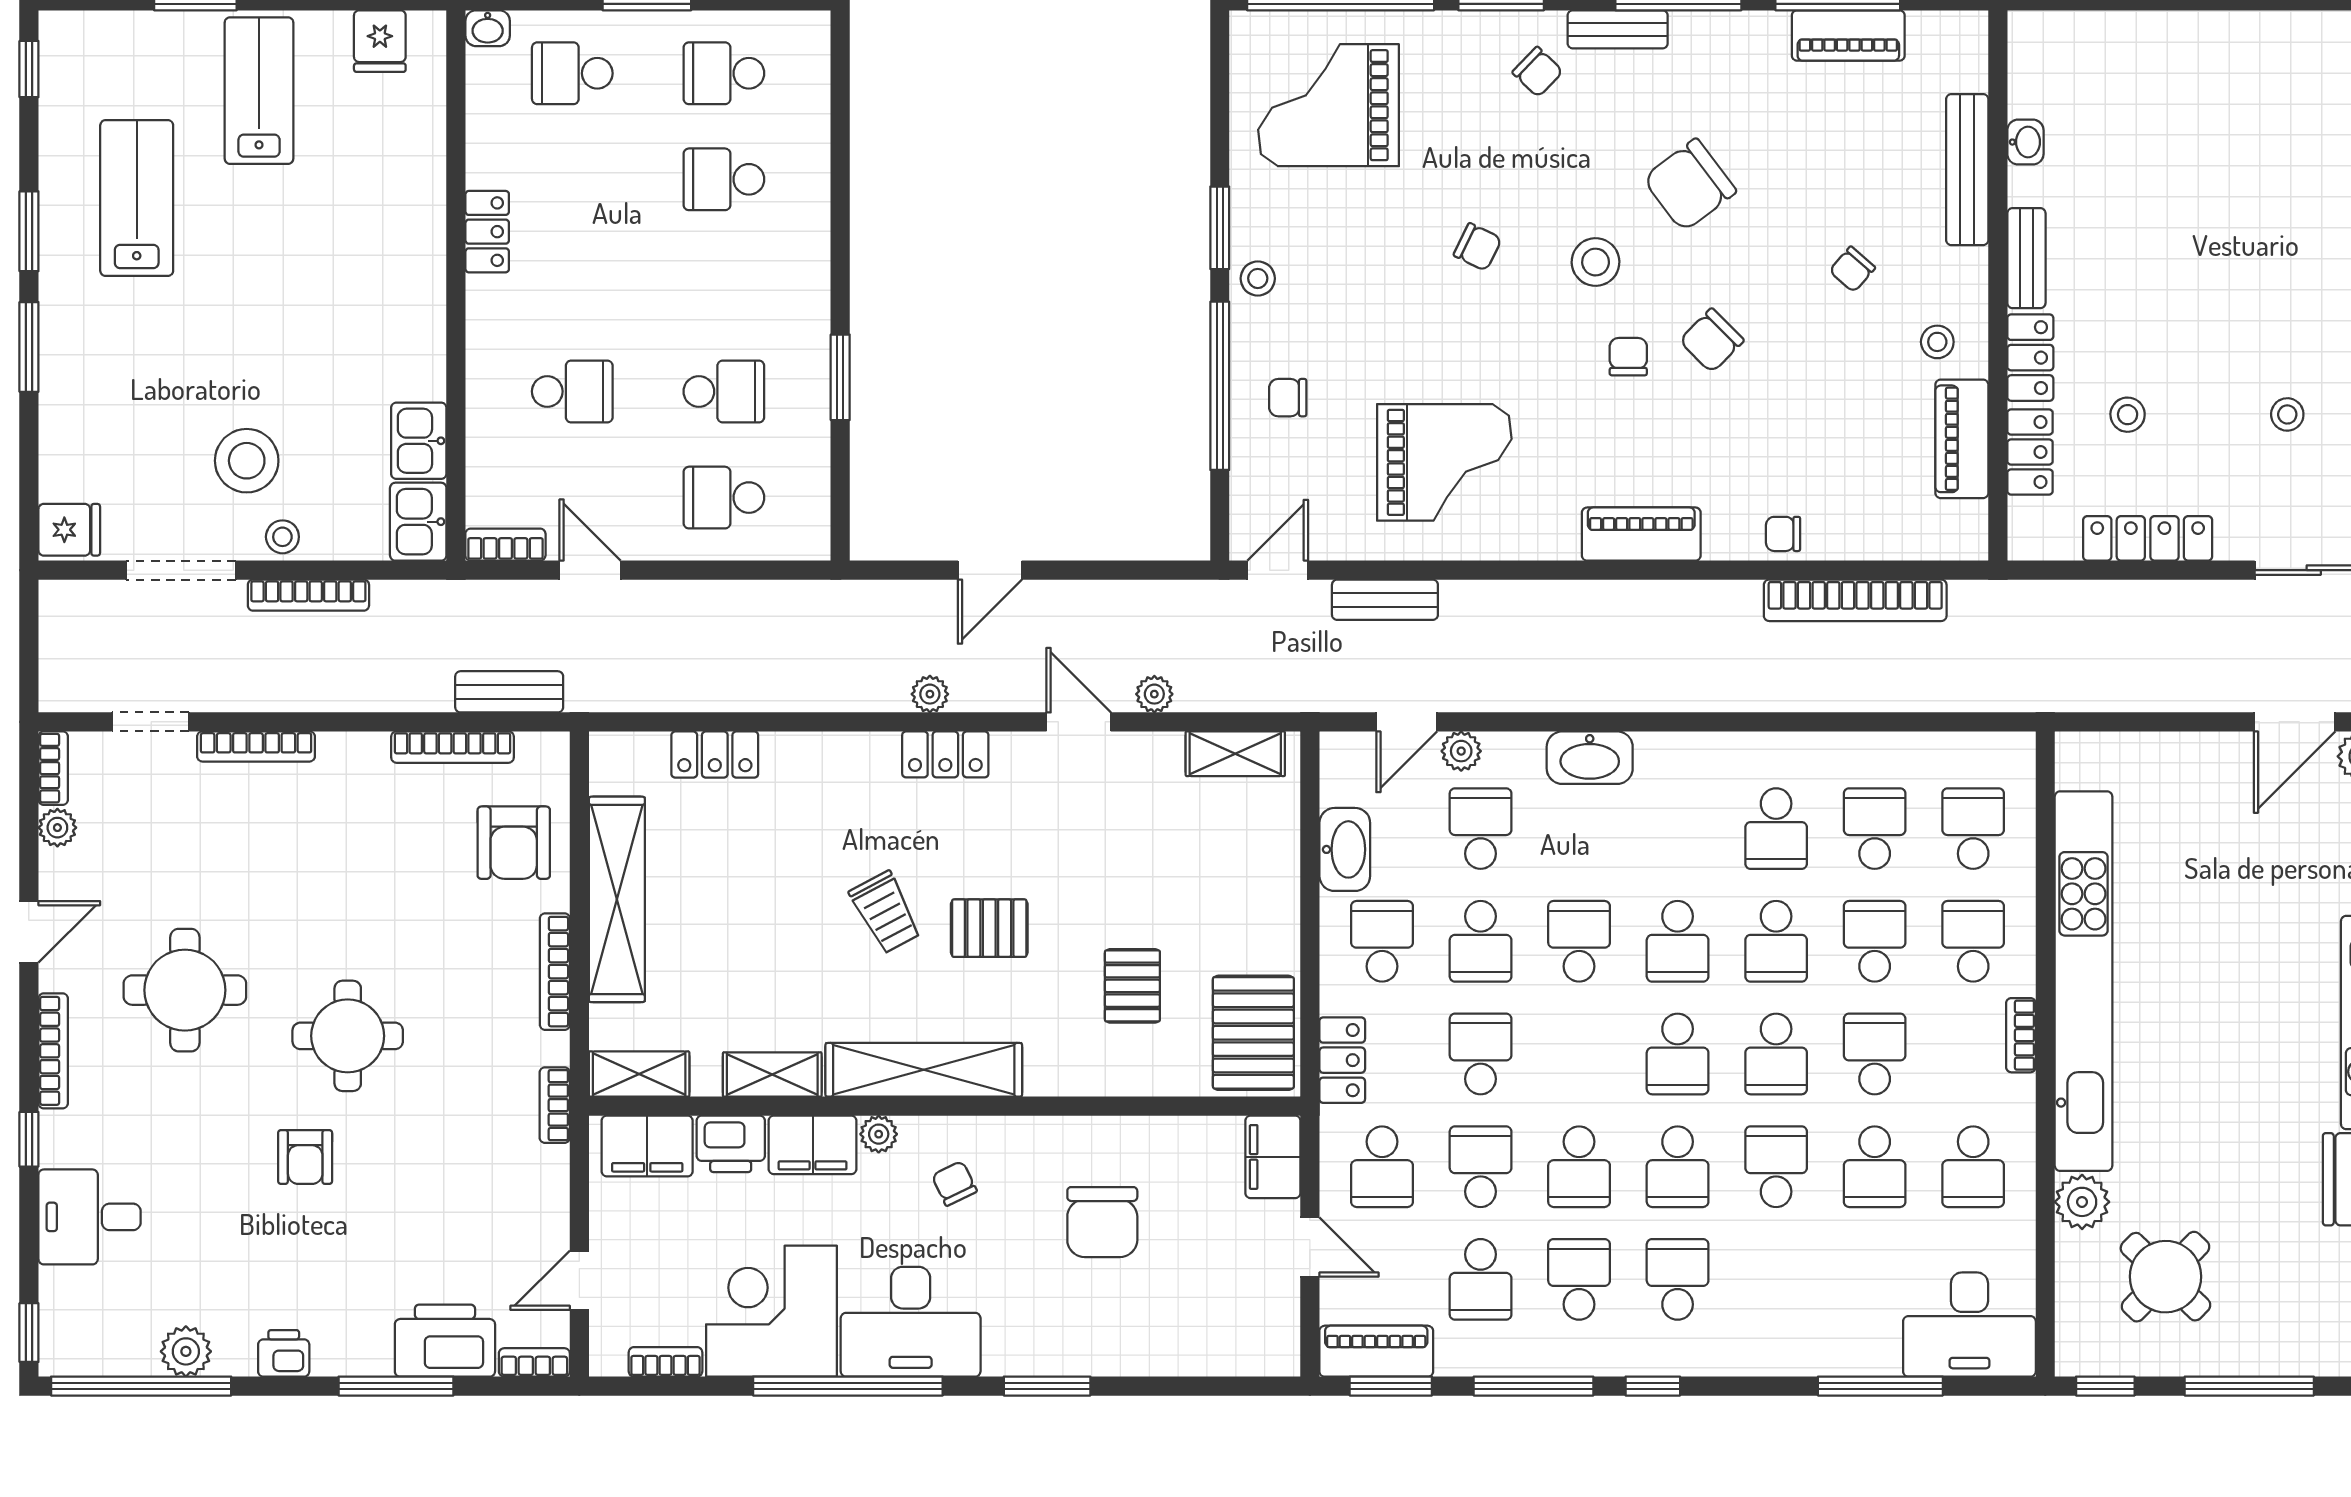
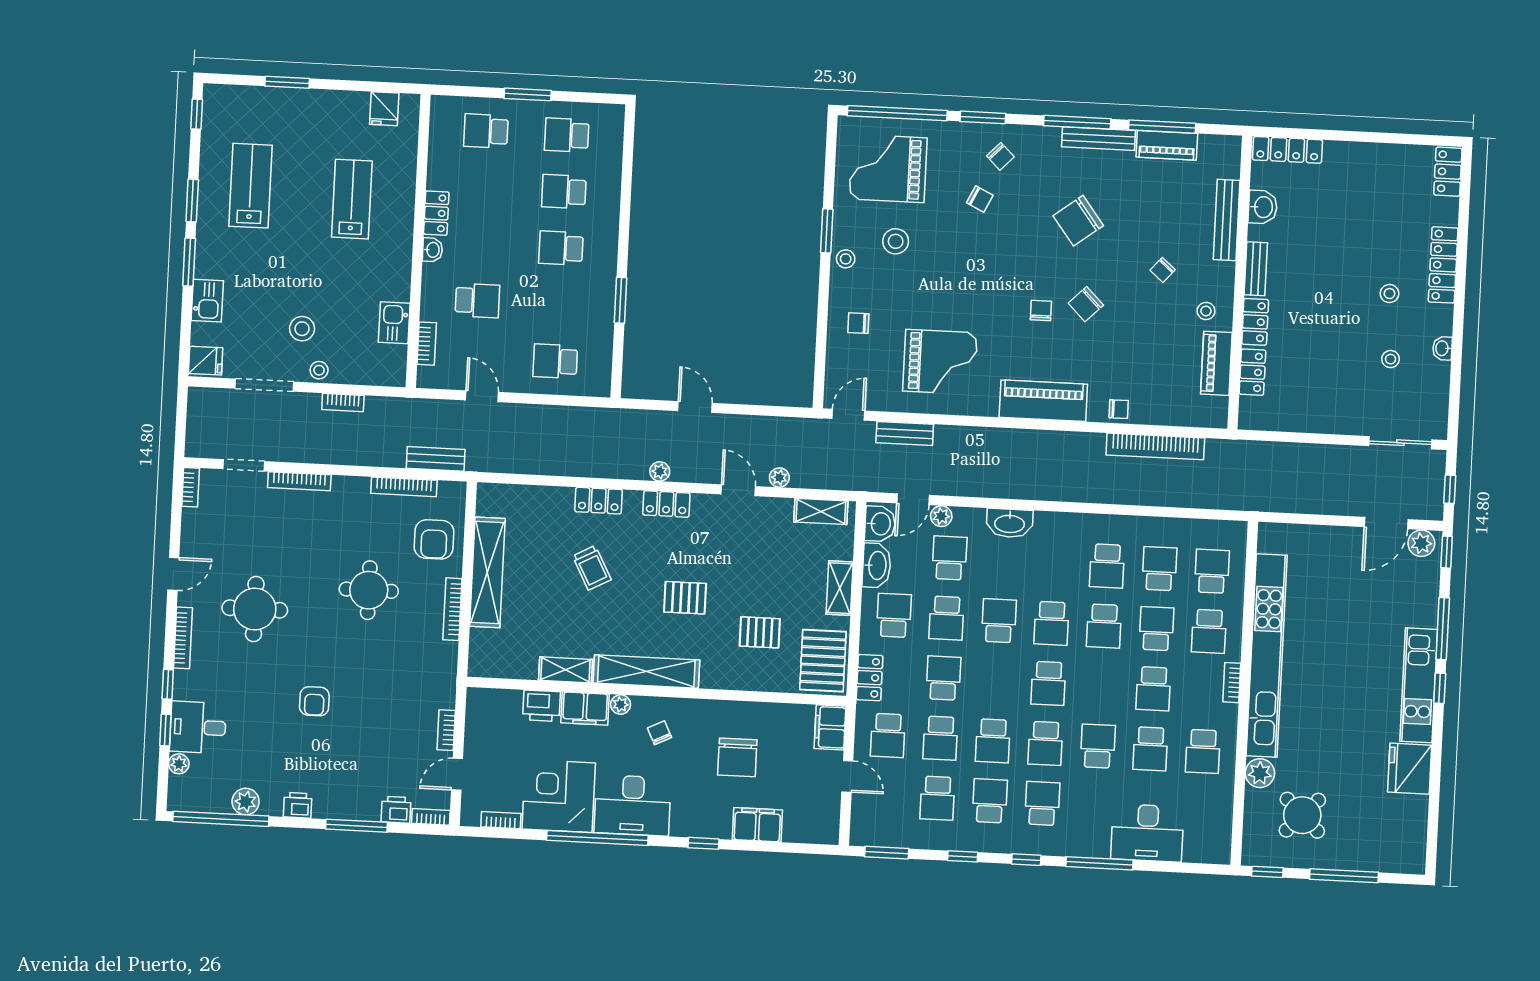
washbasin: (488, 28) -> (432, 250), moved, turned -90
bench: (1618, 29) -> (1099, 139), moved, width x1.36
lab bench: (259, 91) -> (352, 199), moved
washbasin: (2025, 142) -> (1263, 207), width x1.38, depth x1.45
chair: (1478, 247) -> (980, 199), moved
stool: (1596, 262) -> (896, 241), moved
window: (1220, 386) -> (822, 315), removed
school desk: (724, 391) -> (561, 248), moved, turned 180
stool: (2128, 415) -> (1389, 294), moved
stool: (247, 461) -> (302, 329), width x0.73, depth x0.73
kitchen sink: (418, 522) -> (207, 301), moved, turned 180
piano: (1641, 534) -> (1043, 401), width x1.37, depth x1.33
chair: (1783, 534) -> (1119, 409), turned 180
locker: (2148, 538) -> (1287, 150), moved, turned 180
bookcase: (505, 545) -> (427, 344), moved, turned 90
door: (990, 570) -> (695, 407), swing flipped
bookcase: (308, 595) -> (343, 403), width x0.64
locker: (715, 755) -> (599, 501), moved
washbasin: (1347, 771) -> (880, 524), added
plant: (57, 828) -> (179, 764), moved
trolley: (885, 912) -> (592, 568), moved
school desk: (1973, 941) -> (1209, 631), turned 180
pallet: (1132, 986) -> (760, 632), turned 90
round table: (348, 1036) -> (369, 590), moved
school desk: (1776, 1054) -> (1101, 686), removed
school desk: (1875, 1054) -> (1153, 689), turned 180
shelving: (639, 1074) -> (840, 588), moved, turned 90
bookcase: (555, 1105) -> (446, 730), moved
filing cabinet: (647, 1146) -> (757, 825), moved, turned 180
school desk: (1481, 1167) -> (940, 738), turned 180
desk: (1969, 1324) -> (1147, 833), moved
window: (29, 1333) -> (165, 730), moved
printer: (445, 1341) -> (396, 810), width x0.53, depth x0.68
piano: (1376, 1351) -> (880, 834), removed
window: (1047, 1386) -> (703, 843), width x0.67
window: (1534, 1386) -> (963, 856), width x0.46
window: (1880, 1386) -> (1099, 863), moved

